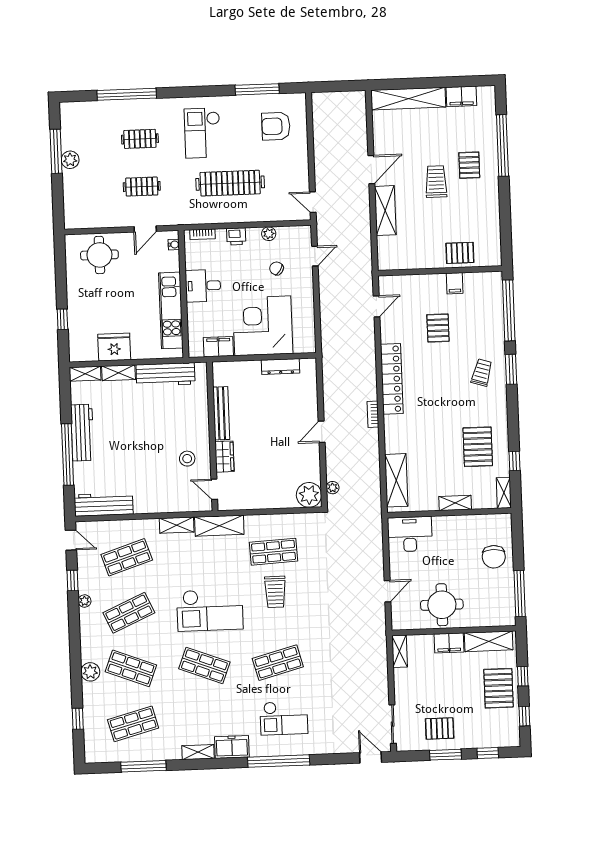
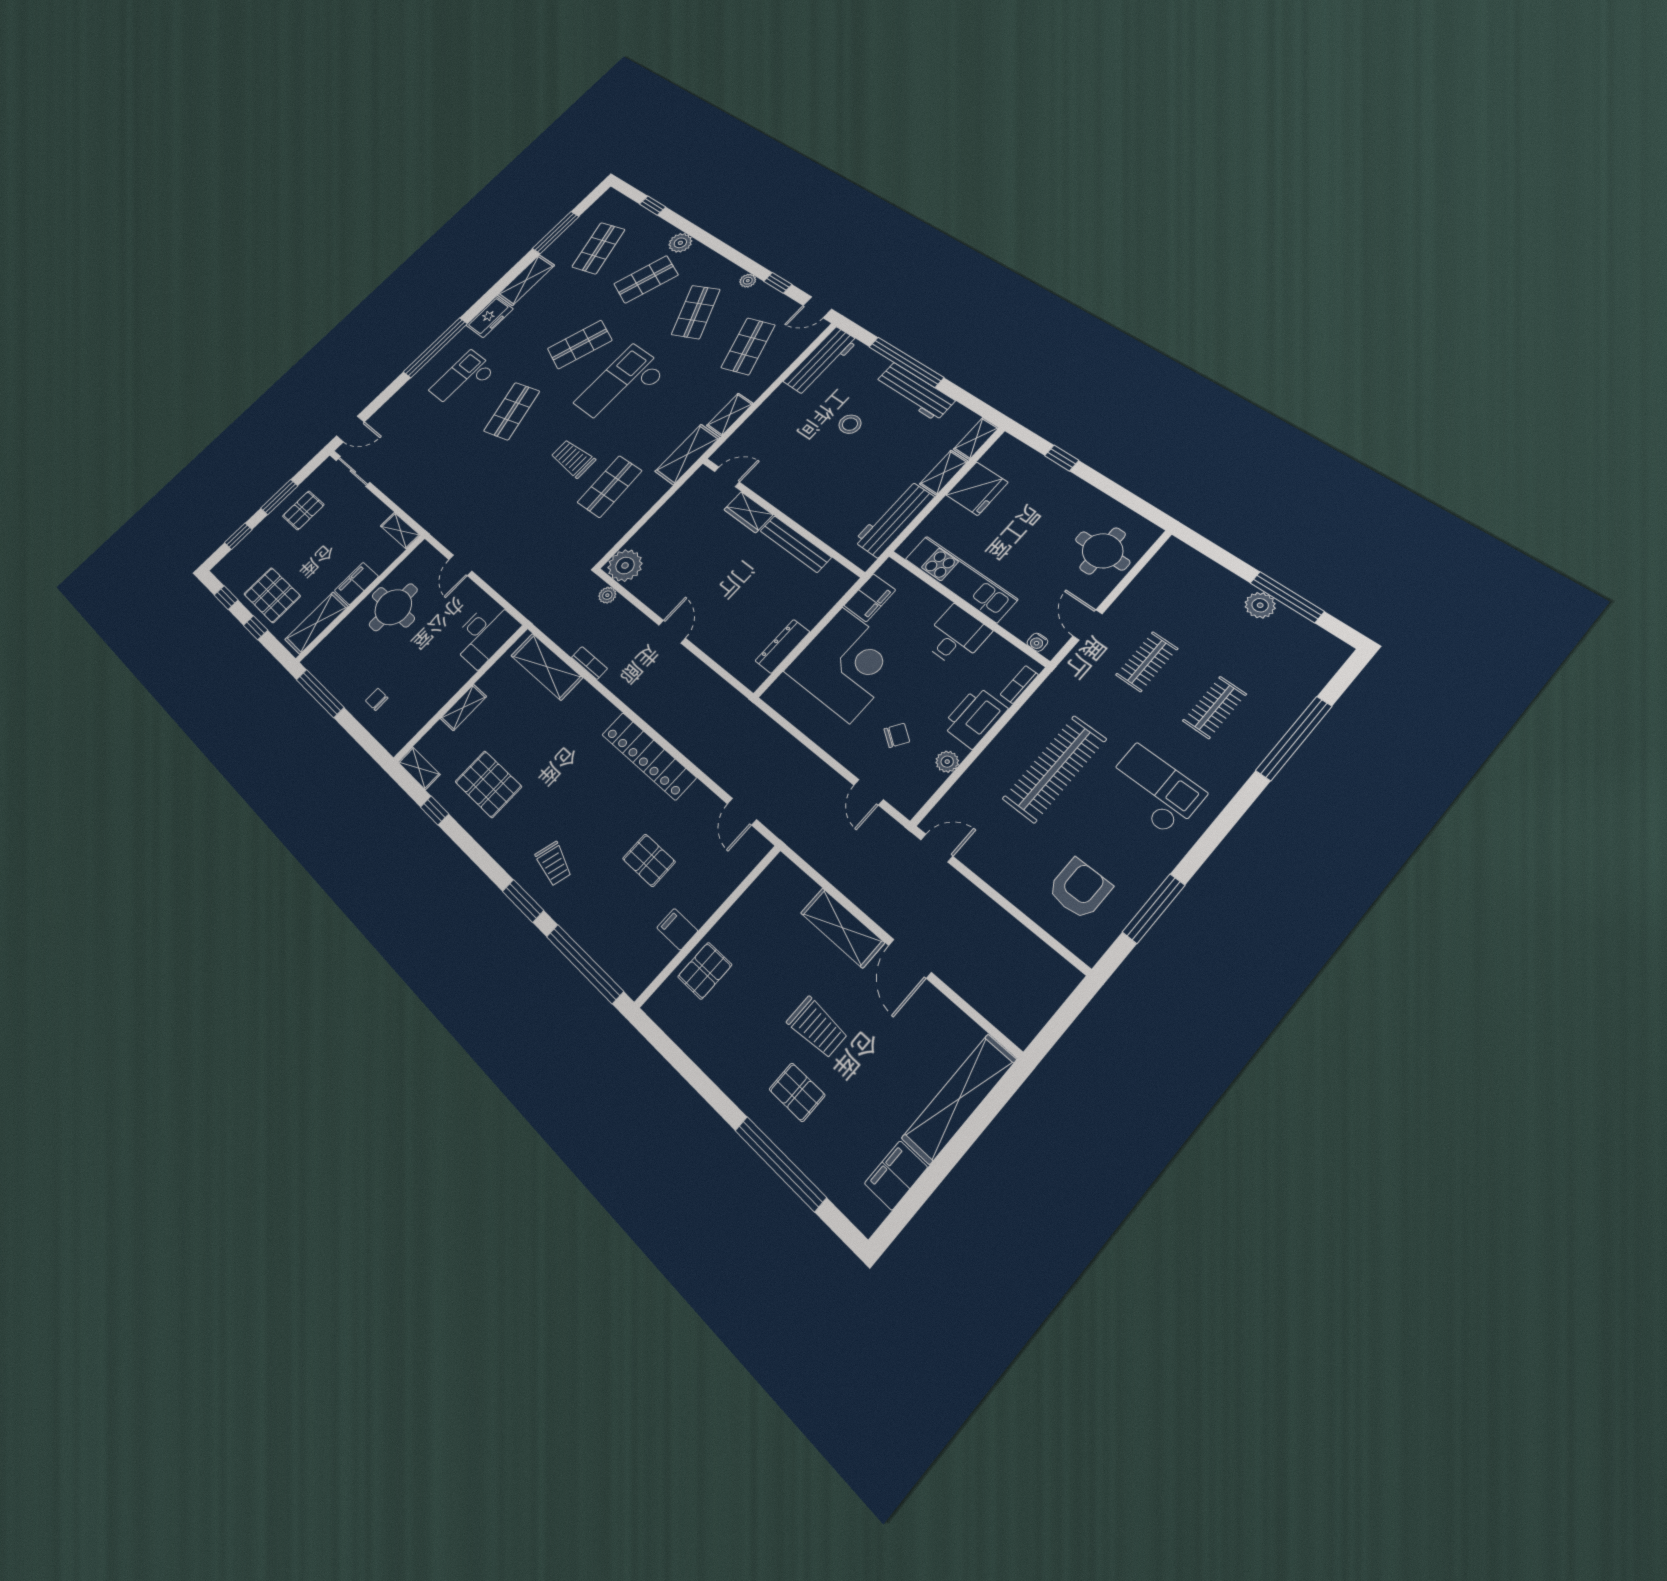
printer: (236, 236) -> (975, 717), width x1.87, depth x1.48
bookcase: (373, 414) -> (589, 663), moved
stool: (187, 459) -> (850, 424), moved
chair: (494, 557) -> (377, 699), width x0.54, depth x0.54
shelving: (198, 752) -> (526, 280), width x1.50, depth x1.33

